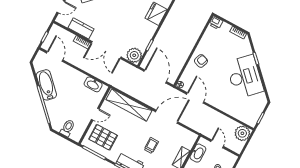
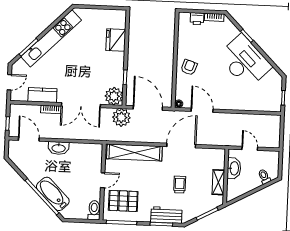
printer: (216, 23) -> (197, 19), moved
washbasin: (93, 84) -> (59, 148), moved
bathtub: (46, 85) -> (53, 194), moved
toilet: (68, 128) -> (94, 210), moved
plant: (242, 133) -> (121, 117), moved

